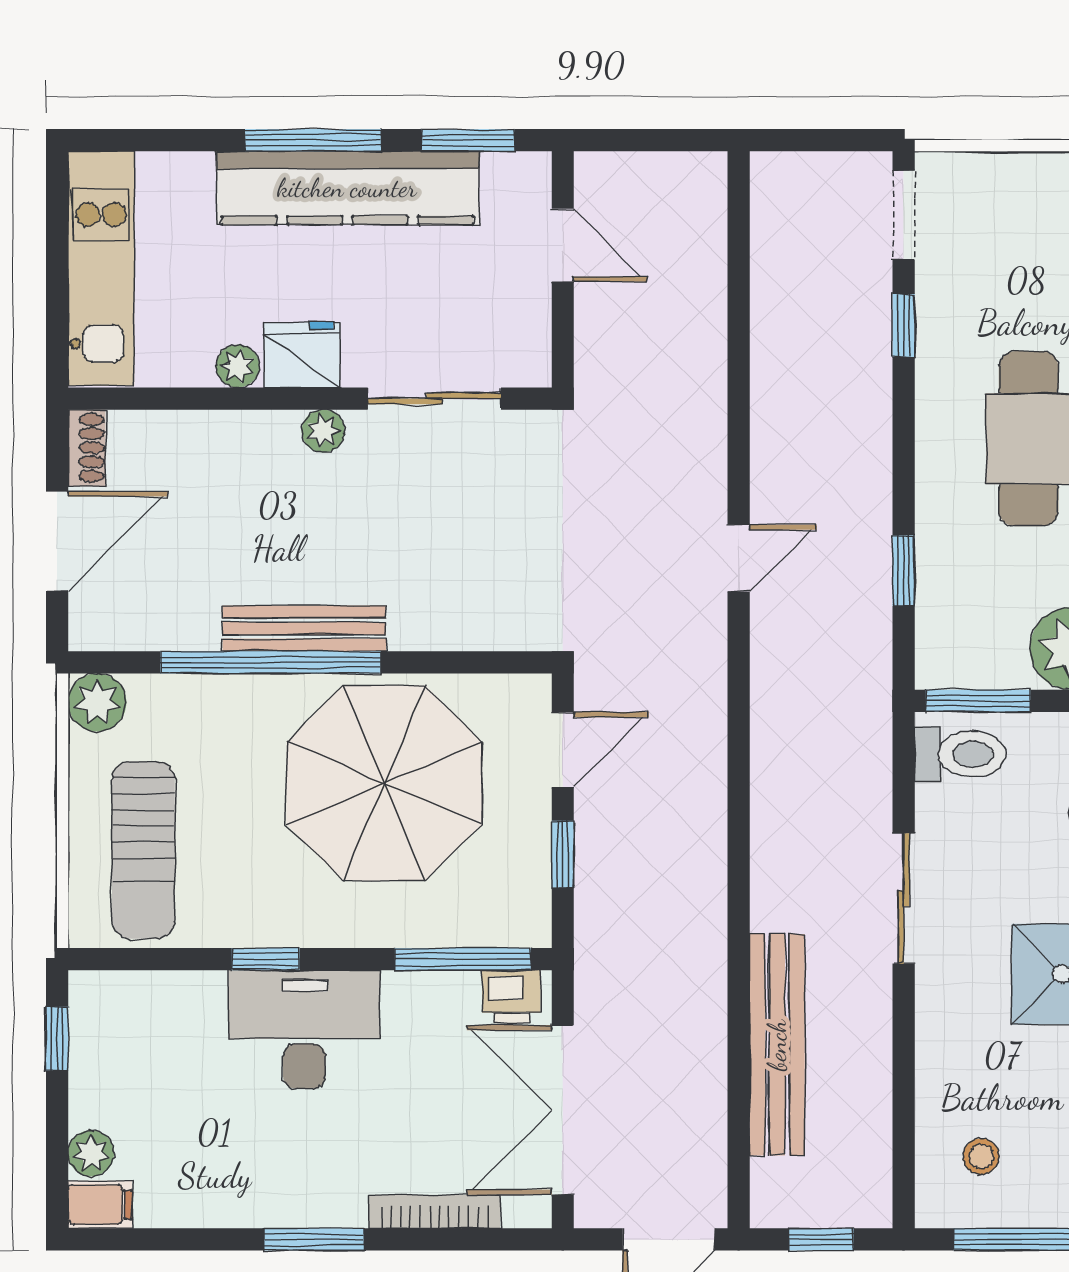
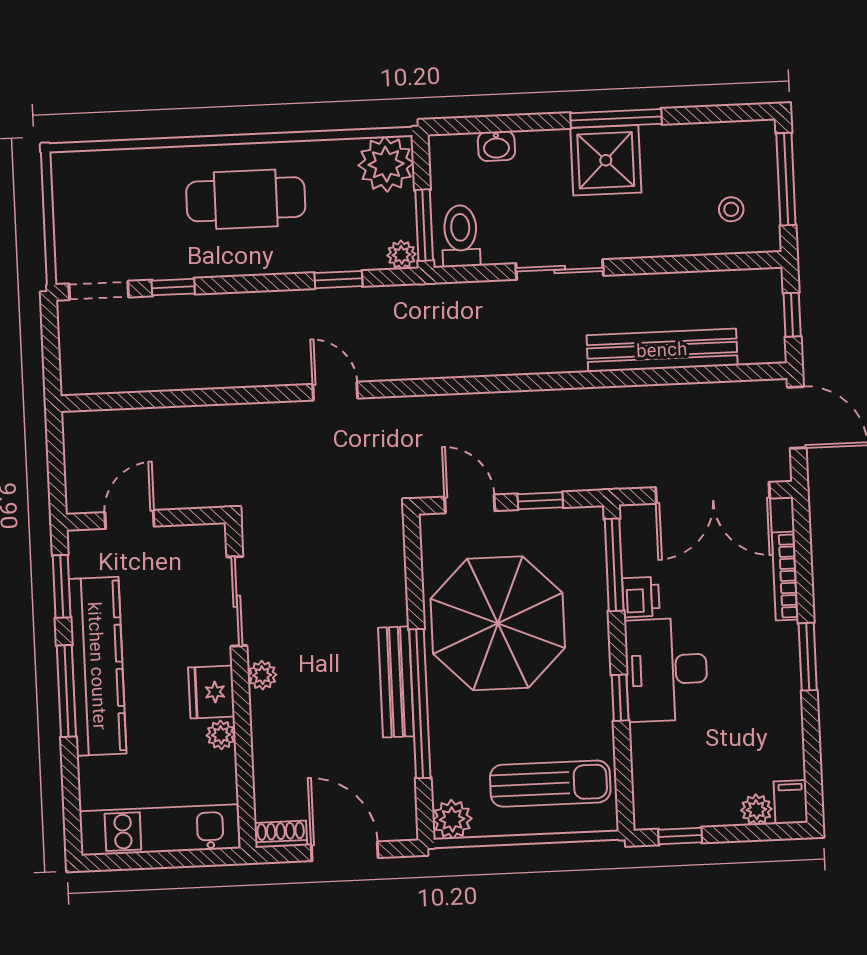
plant: (936, 665) -> (401, 255), added
printer: (511, 997) -> (641, 597), moved

